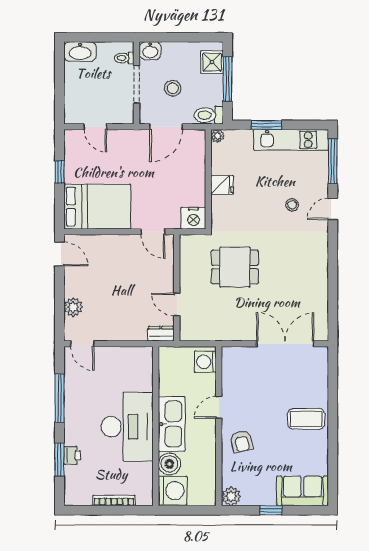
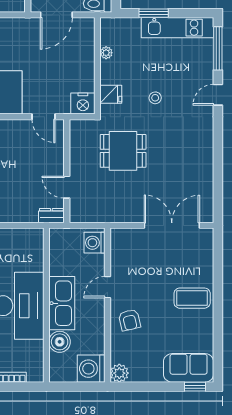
plant: (217, 136) -> (106, 53), moved
fridge: (222, 185) -> (111, 94), moved
stool: (292, 205) -> (155, 98), moved
washing machine: (173, 491) -> (91, 369), moved, turned 180
window: (271, 510) -> (195, 387), moved

